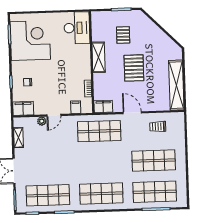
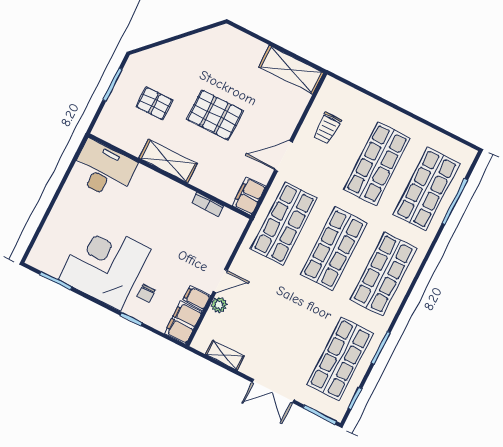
corner desk: (30, 41) -> (104, 264), moved
shelving: (176, 85) -> (291, 70), width x0.68
filing cabinet: (76, 107) -> (197, 298), moved
door: (54, 115) -> (220, 281), hinge flipped
shop shelf: (100, 162) -> (334, 249), added

